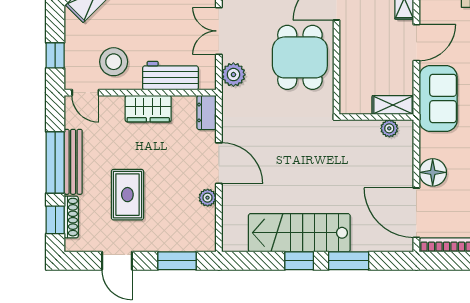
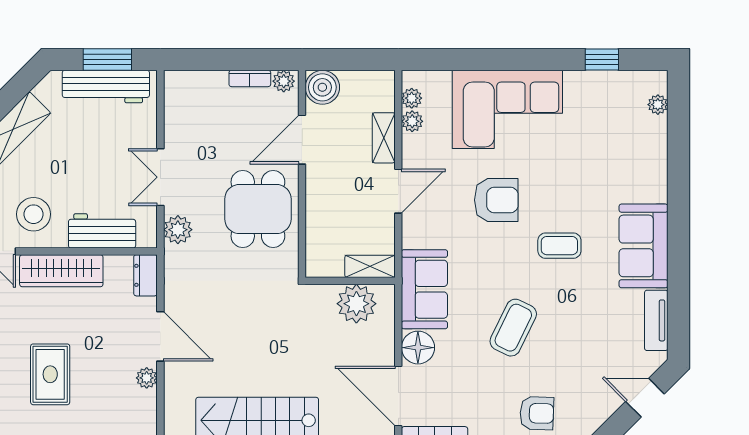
sofa: (438, 98) -> (424, 289), moved
wardrobe: (148, 109) -> (61, 271), width x1.50
plant: (389, 128) -> (356, 304), width x1.87, depth x1.87

